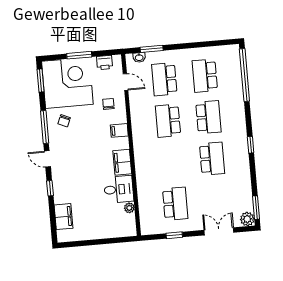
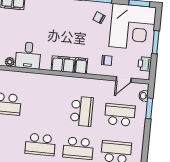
school desk: (168, 121) -> (82, 111), turned 90
filing cabinet: (122, 162) -> (63, 64), moved

